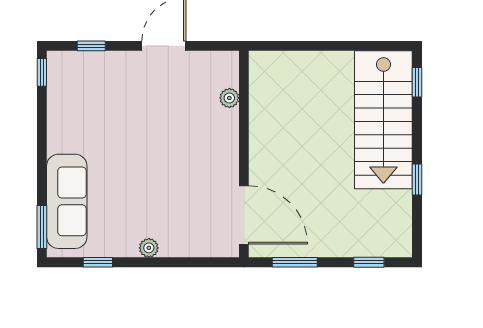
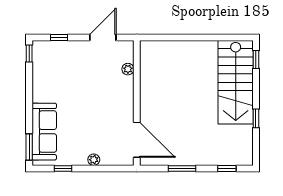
plant: (229, 98) -> (128, 69), moved
wall: (244, 154) -> (137, 103), moved
door: (244, 215) -> (137, 140), moved

